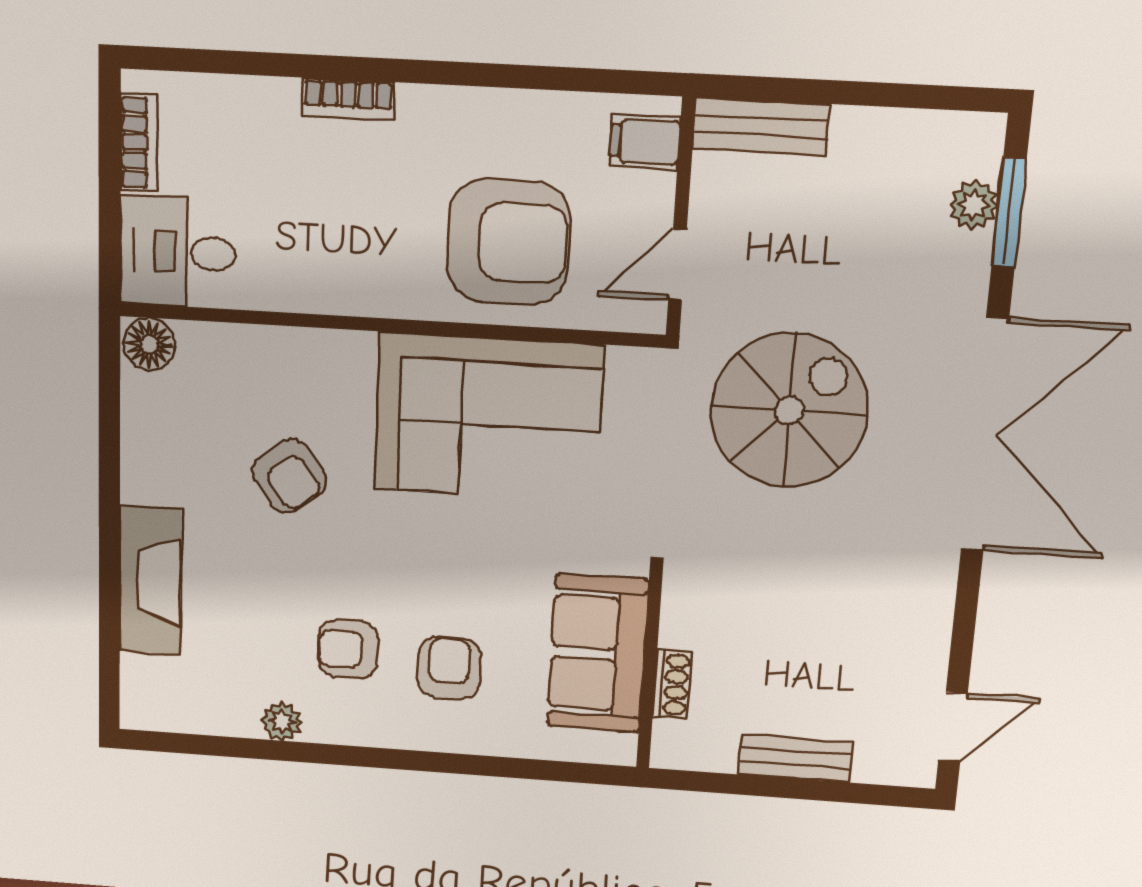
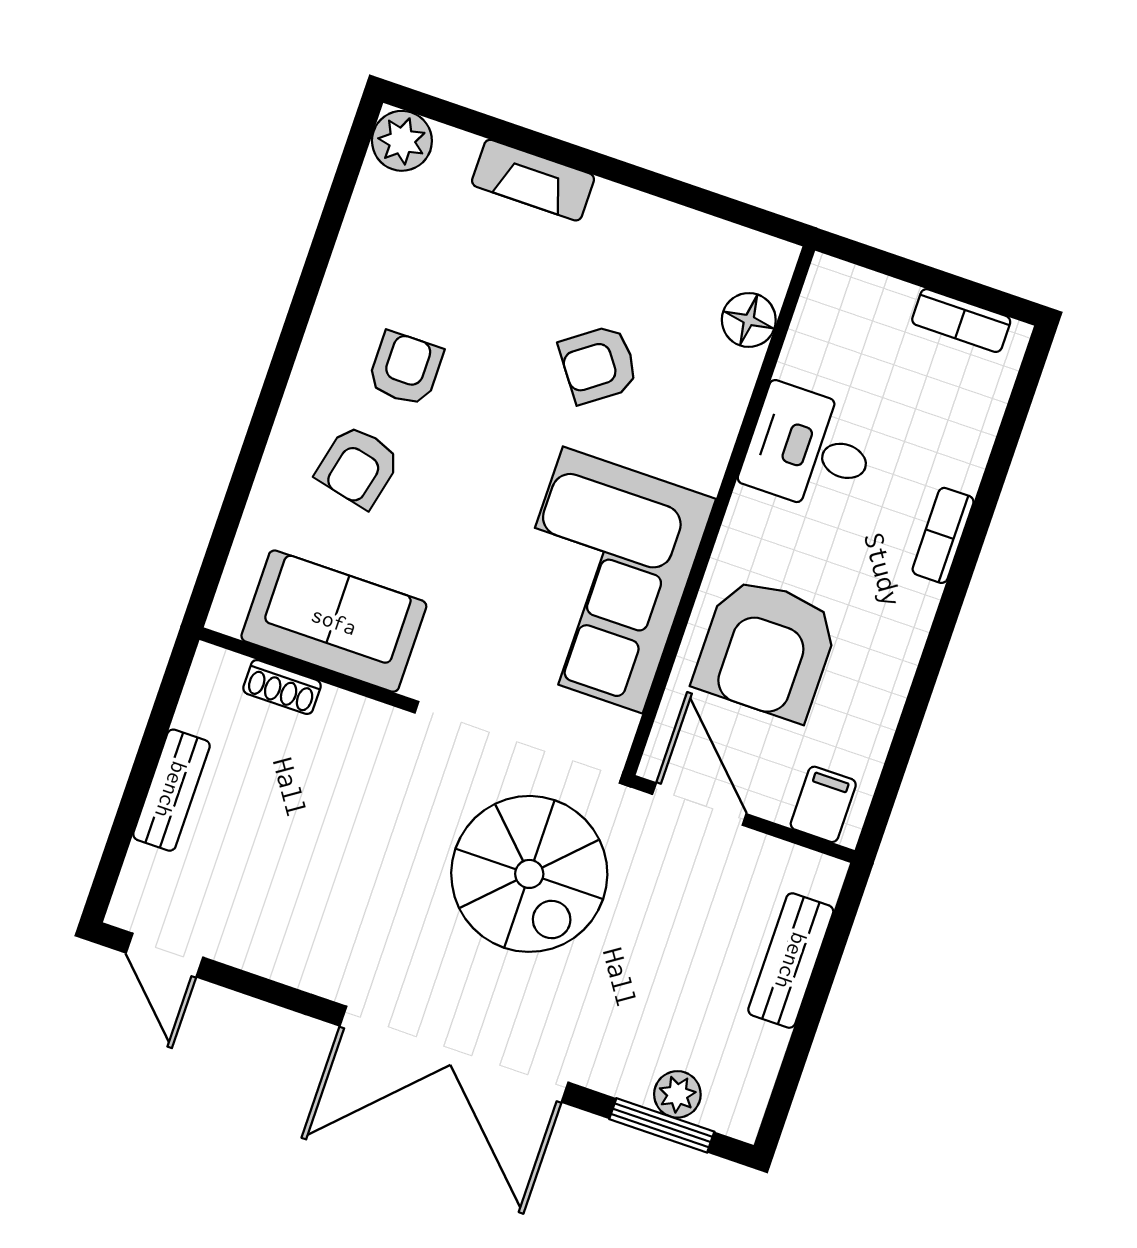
bench: (761, 127) -> (791, 961), moved
desk: (178, 252) -> (809, 449), moved, turned -90
door: (677, 265) -> (699, 804), width x1.38
floor lamp: (149, 344) -> (749, 320), moved
fireplace: (150, 581) -> (533, 180), width x0.73, depth x0.76
armchair: (449, 668) -> (358, 466), turned 103
plant: (282, 721) -> (402, 141), moved, width x1.38, depth x1.38

